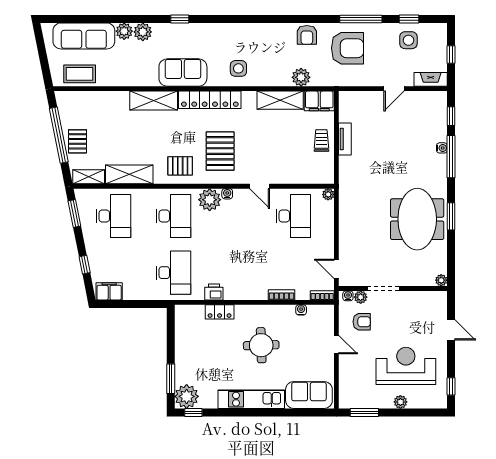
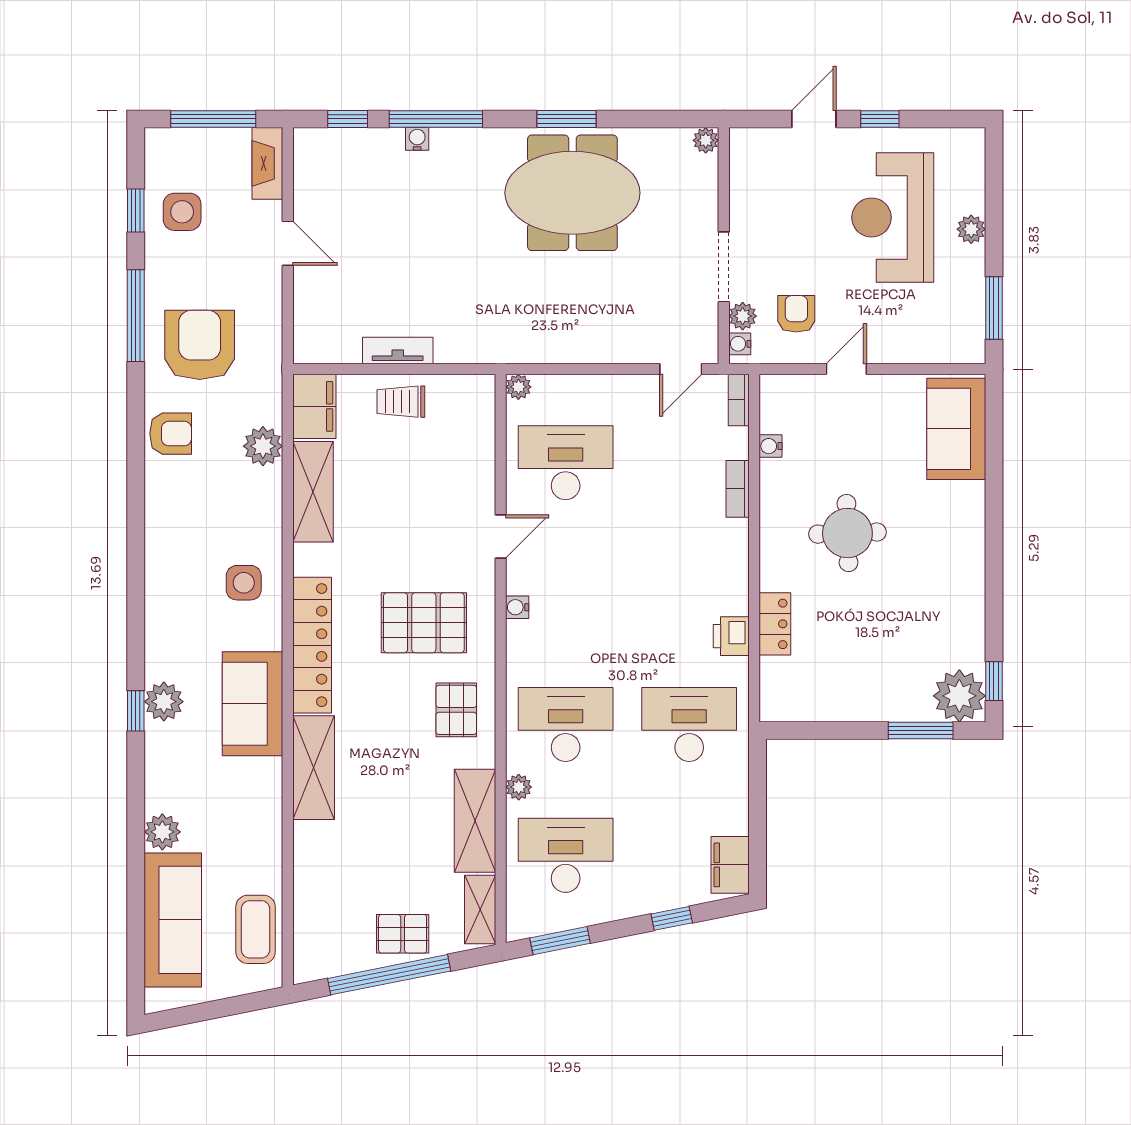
plant: (143, 32) -> (164, 702), moved
window: (451, 54) -> (213, 119), width x2.17
plant: (210, 200) -> (519, 787), moved, width x0.53, depth x0.53
window: (451, 386) -> (880, 119), moved
kitchen unit: (251, 399) -> (965, 555), removed

